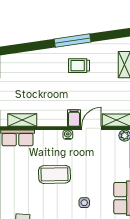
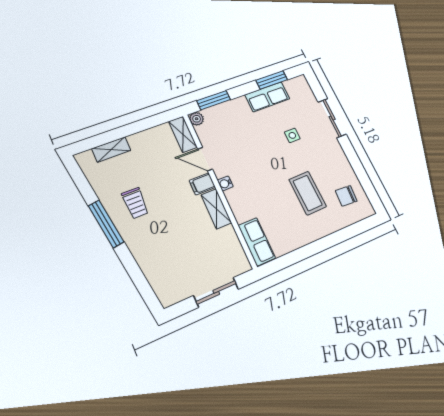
shelving: (22, 120) -> (216, 209), moved
coffee table: (55, 174) -> (308, 193), moved

